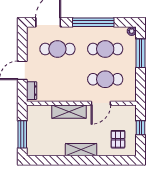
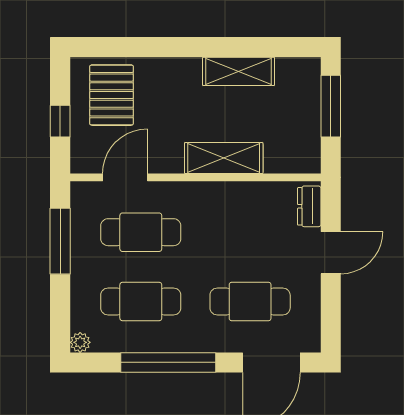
window: (140, 53) -> (60, 241), moved
door: (101, 103) -> (125, 177), moved
pallet: (118, 139) -> (112, 95), width x1.50, depth x1.42
shelving: (81, 150) -> (239, 71), moved

